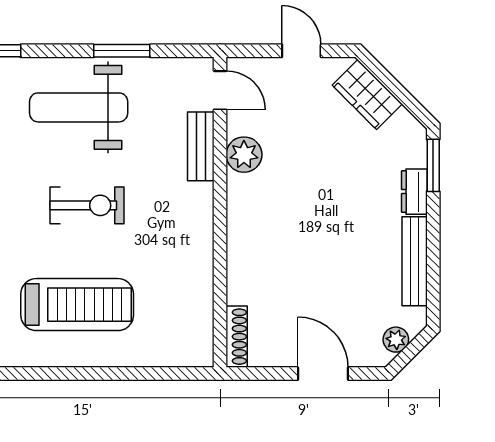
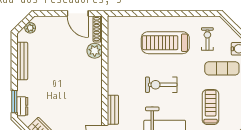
plant: (244, 155) -> (95, 51), moved
dresser: (414, 192) -> (22, 106), moved
door: (323, 374) -> (78, 13), moved

